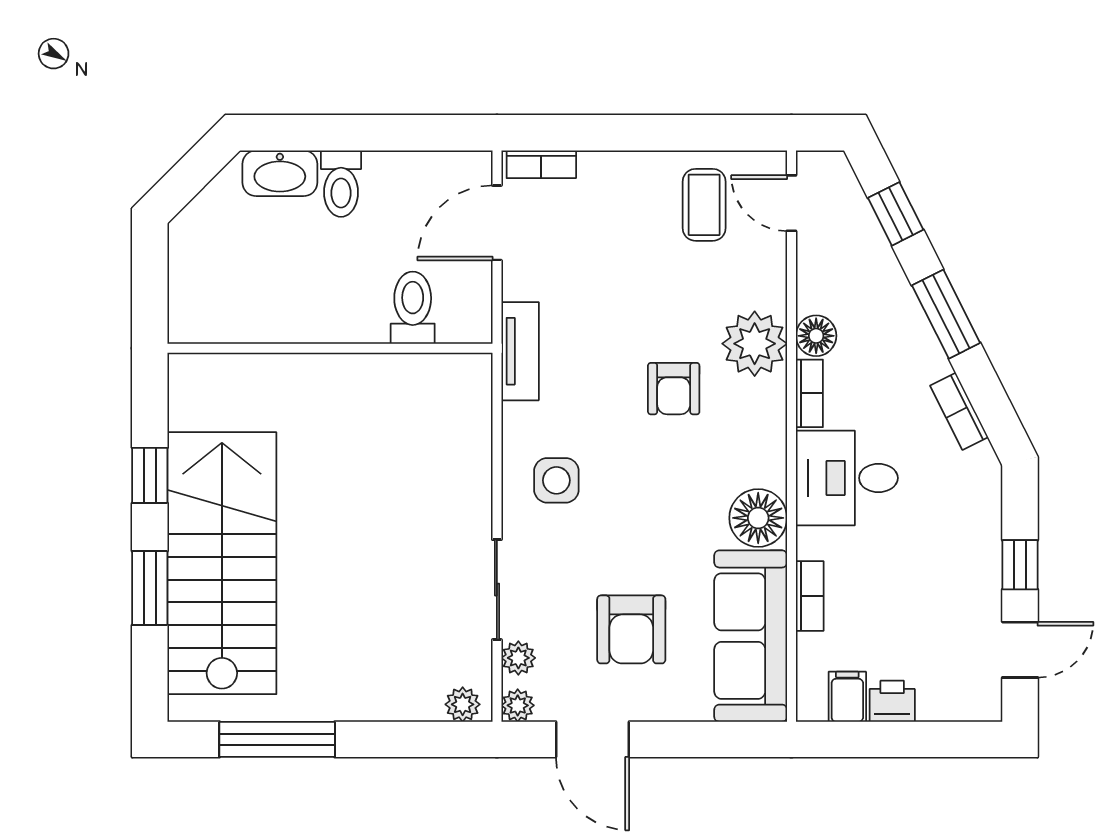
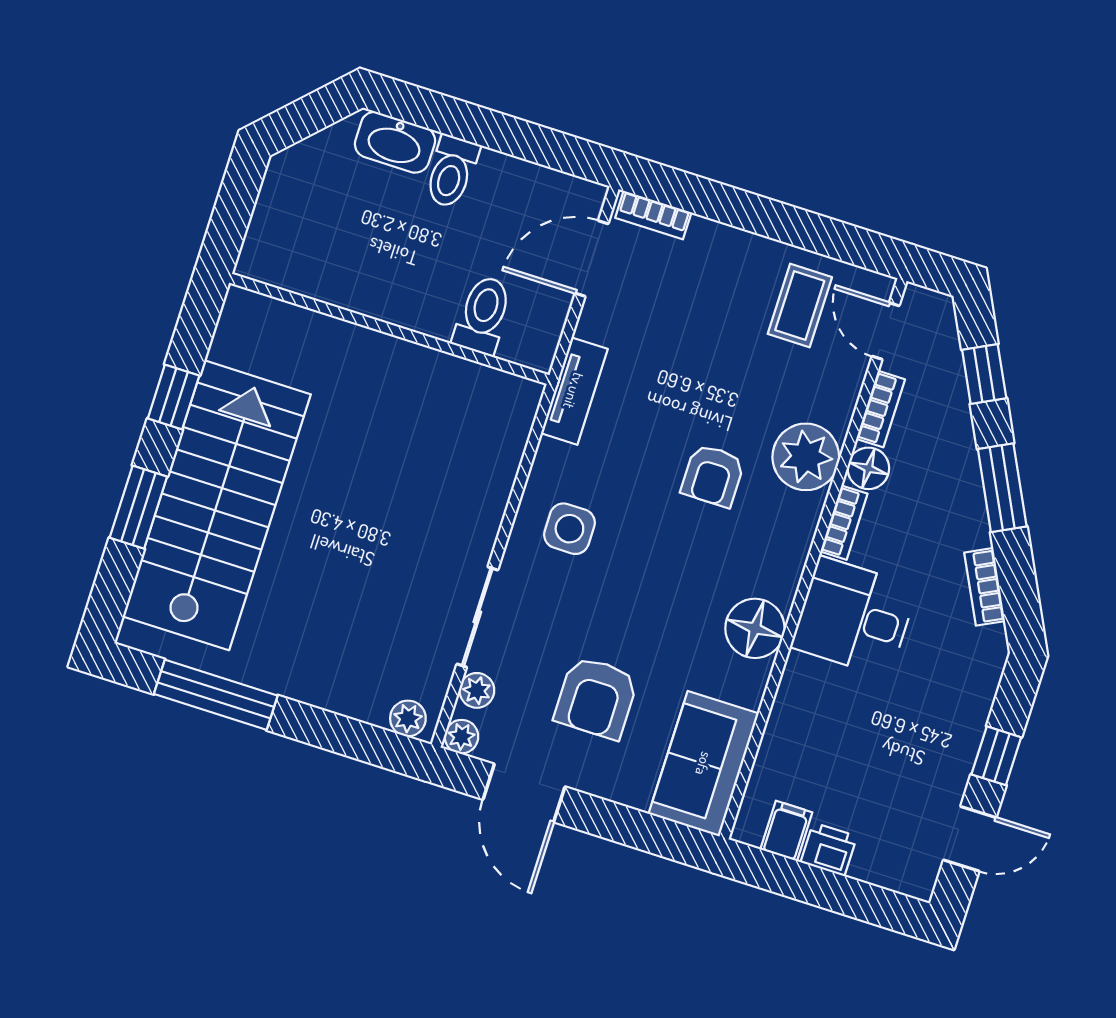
bookcase: (810, 596) -> (881, 409), moved
sofa: (751, 636) -> (704, 764), width x0.73

